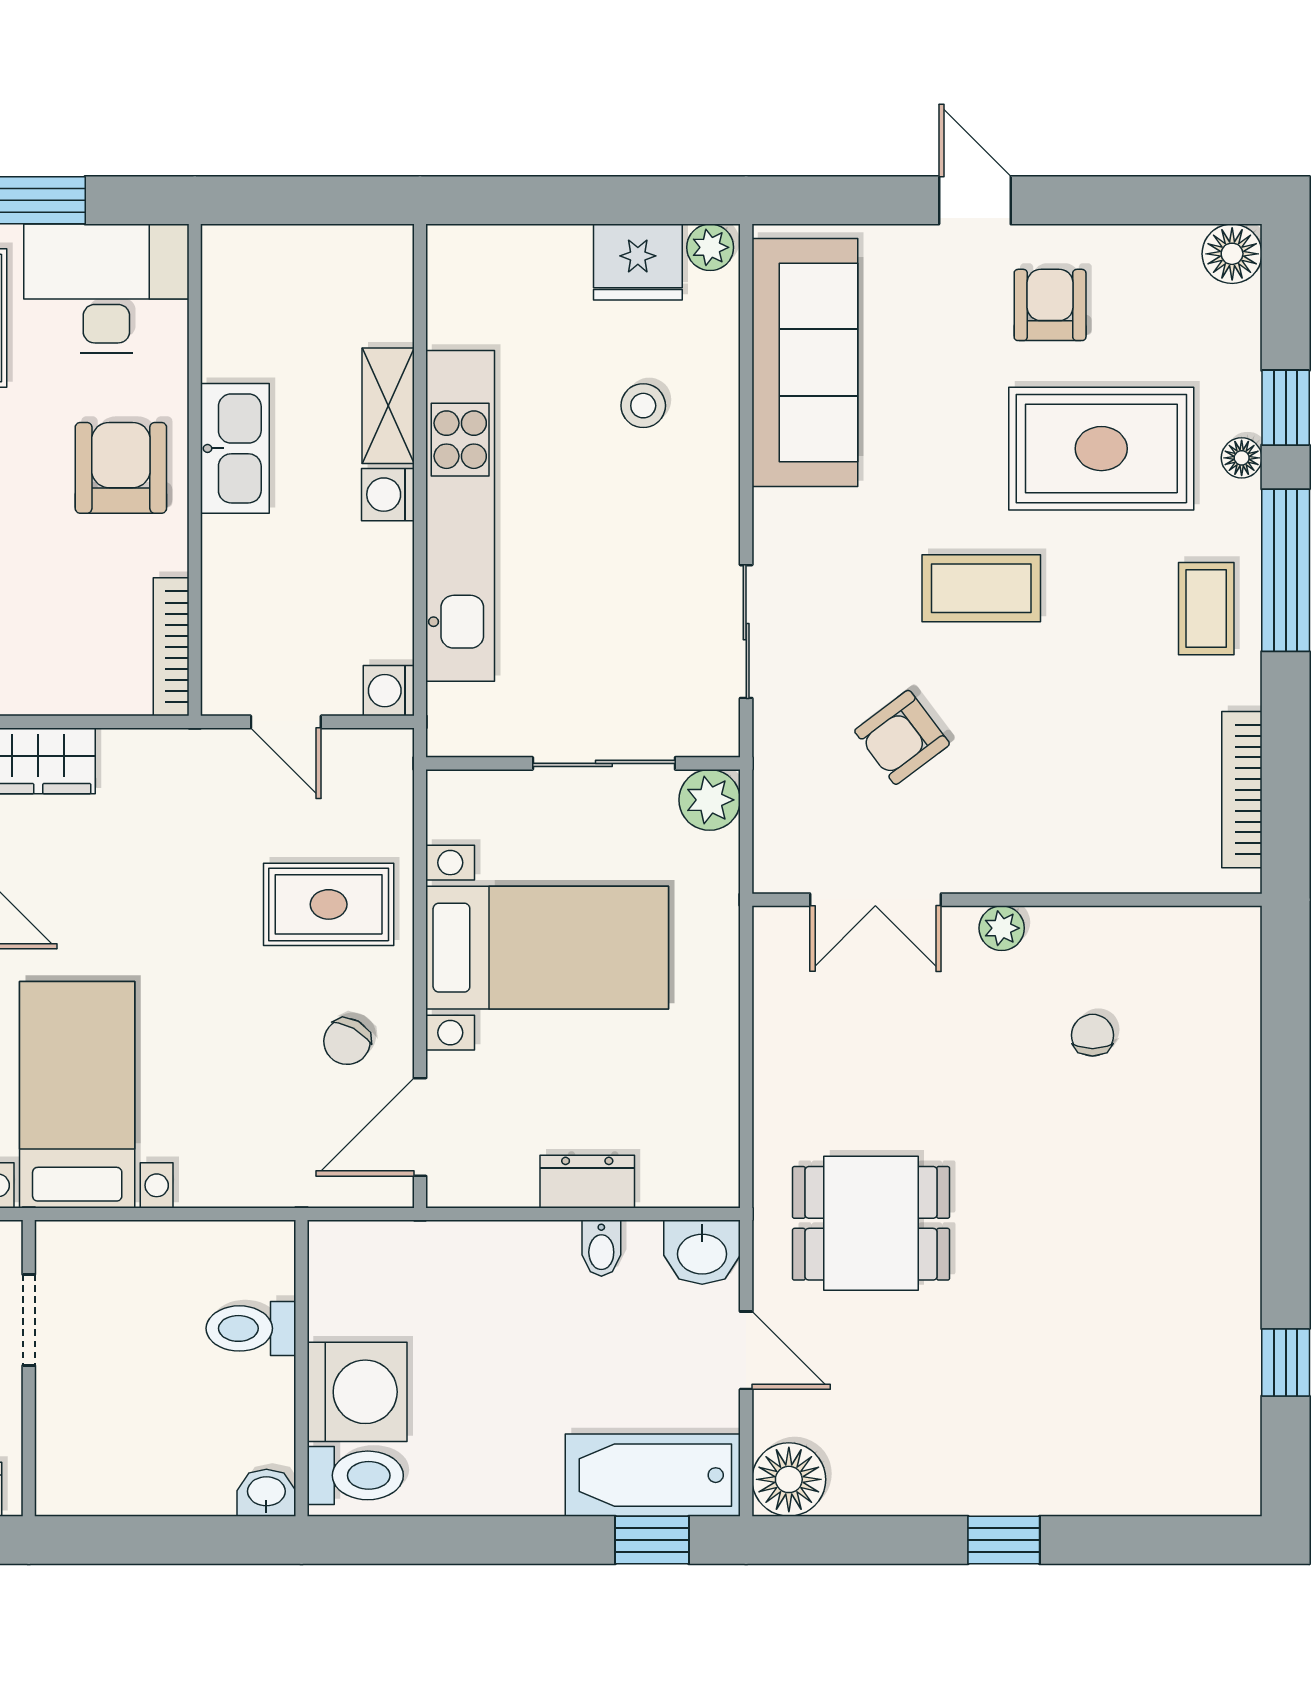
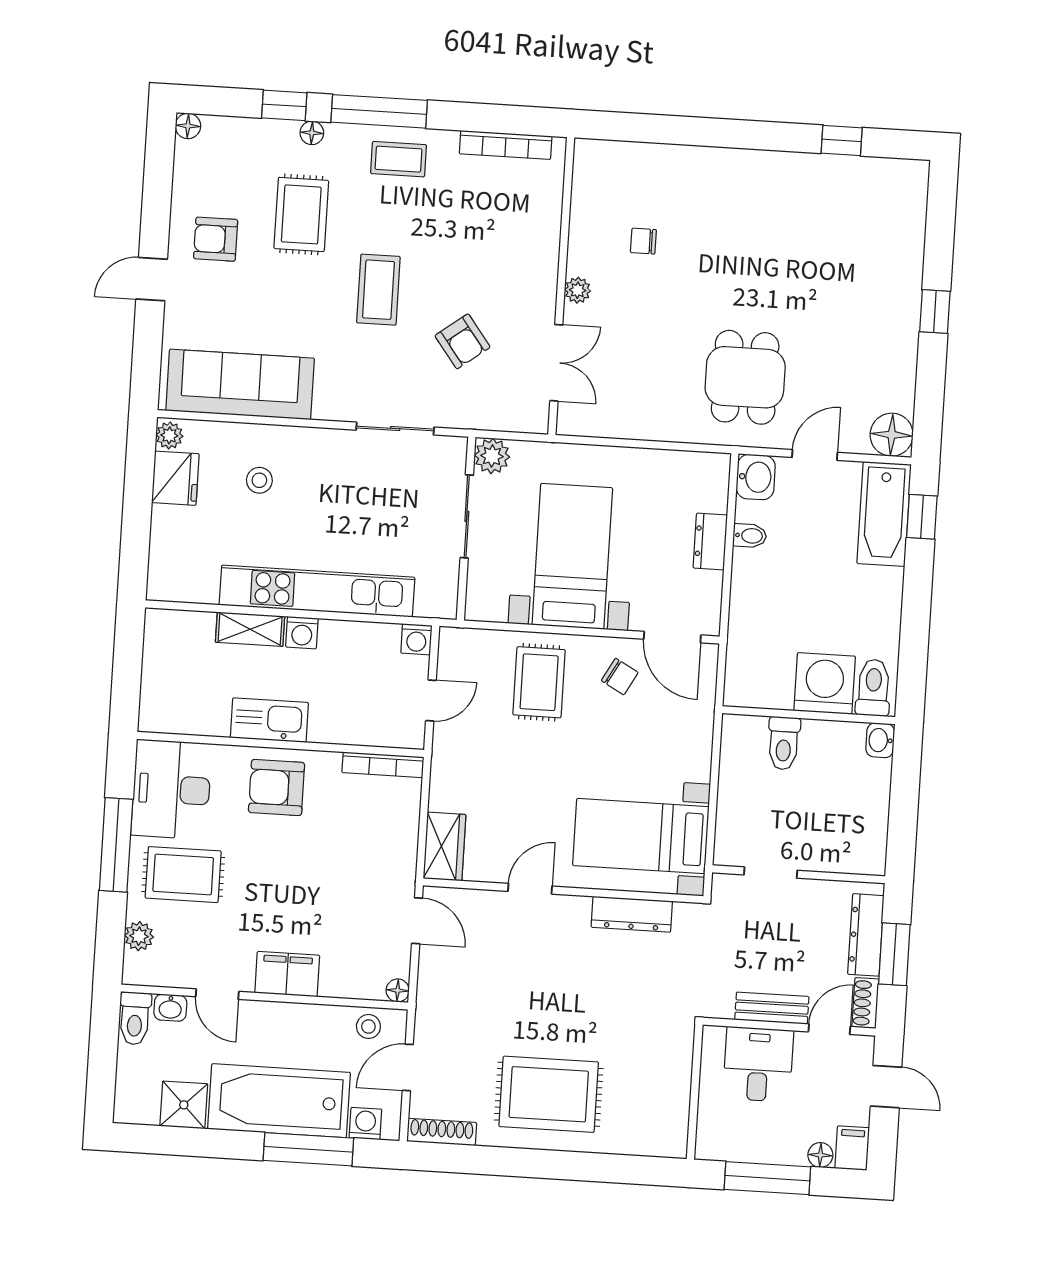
floor lamp: (1232, 254) -> (188, 126), width x0.73, depth x0.73
rug: (1101, 449) -> (301, 214), width x0.73, depth x0.70

